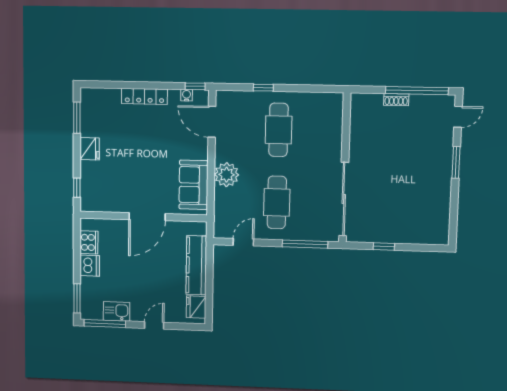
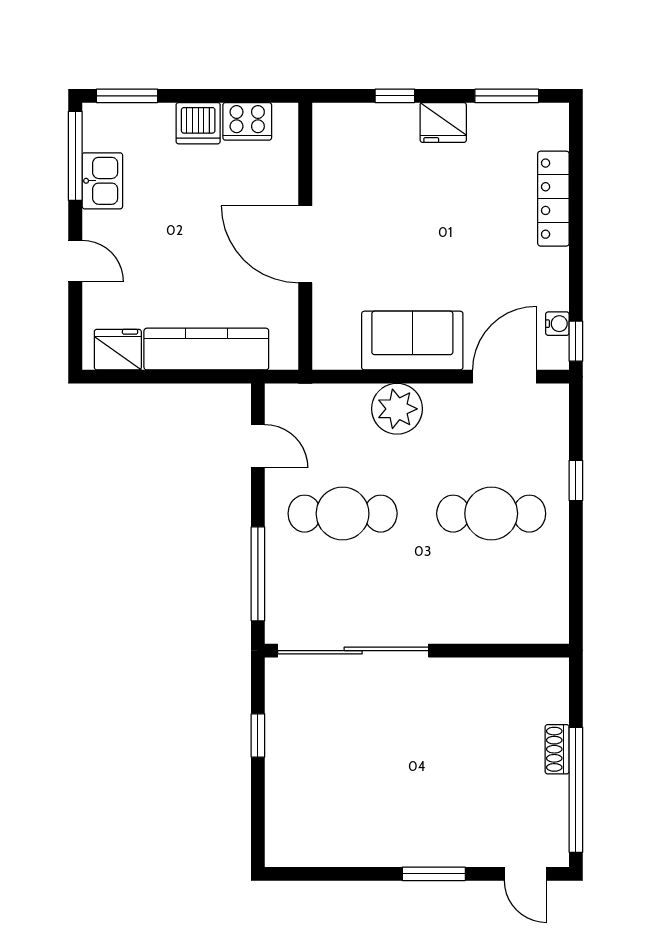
locker: (144, 96) -> (553, 199), moved
sofa: (193, 185) -> (412, 341), moved
window: (77, 188) -> (395, 96), moved

